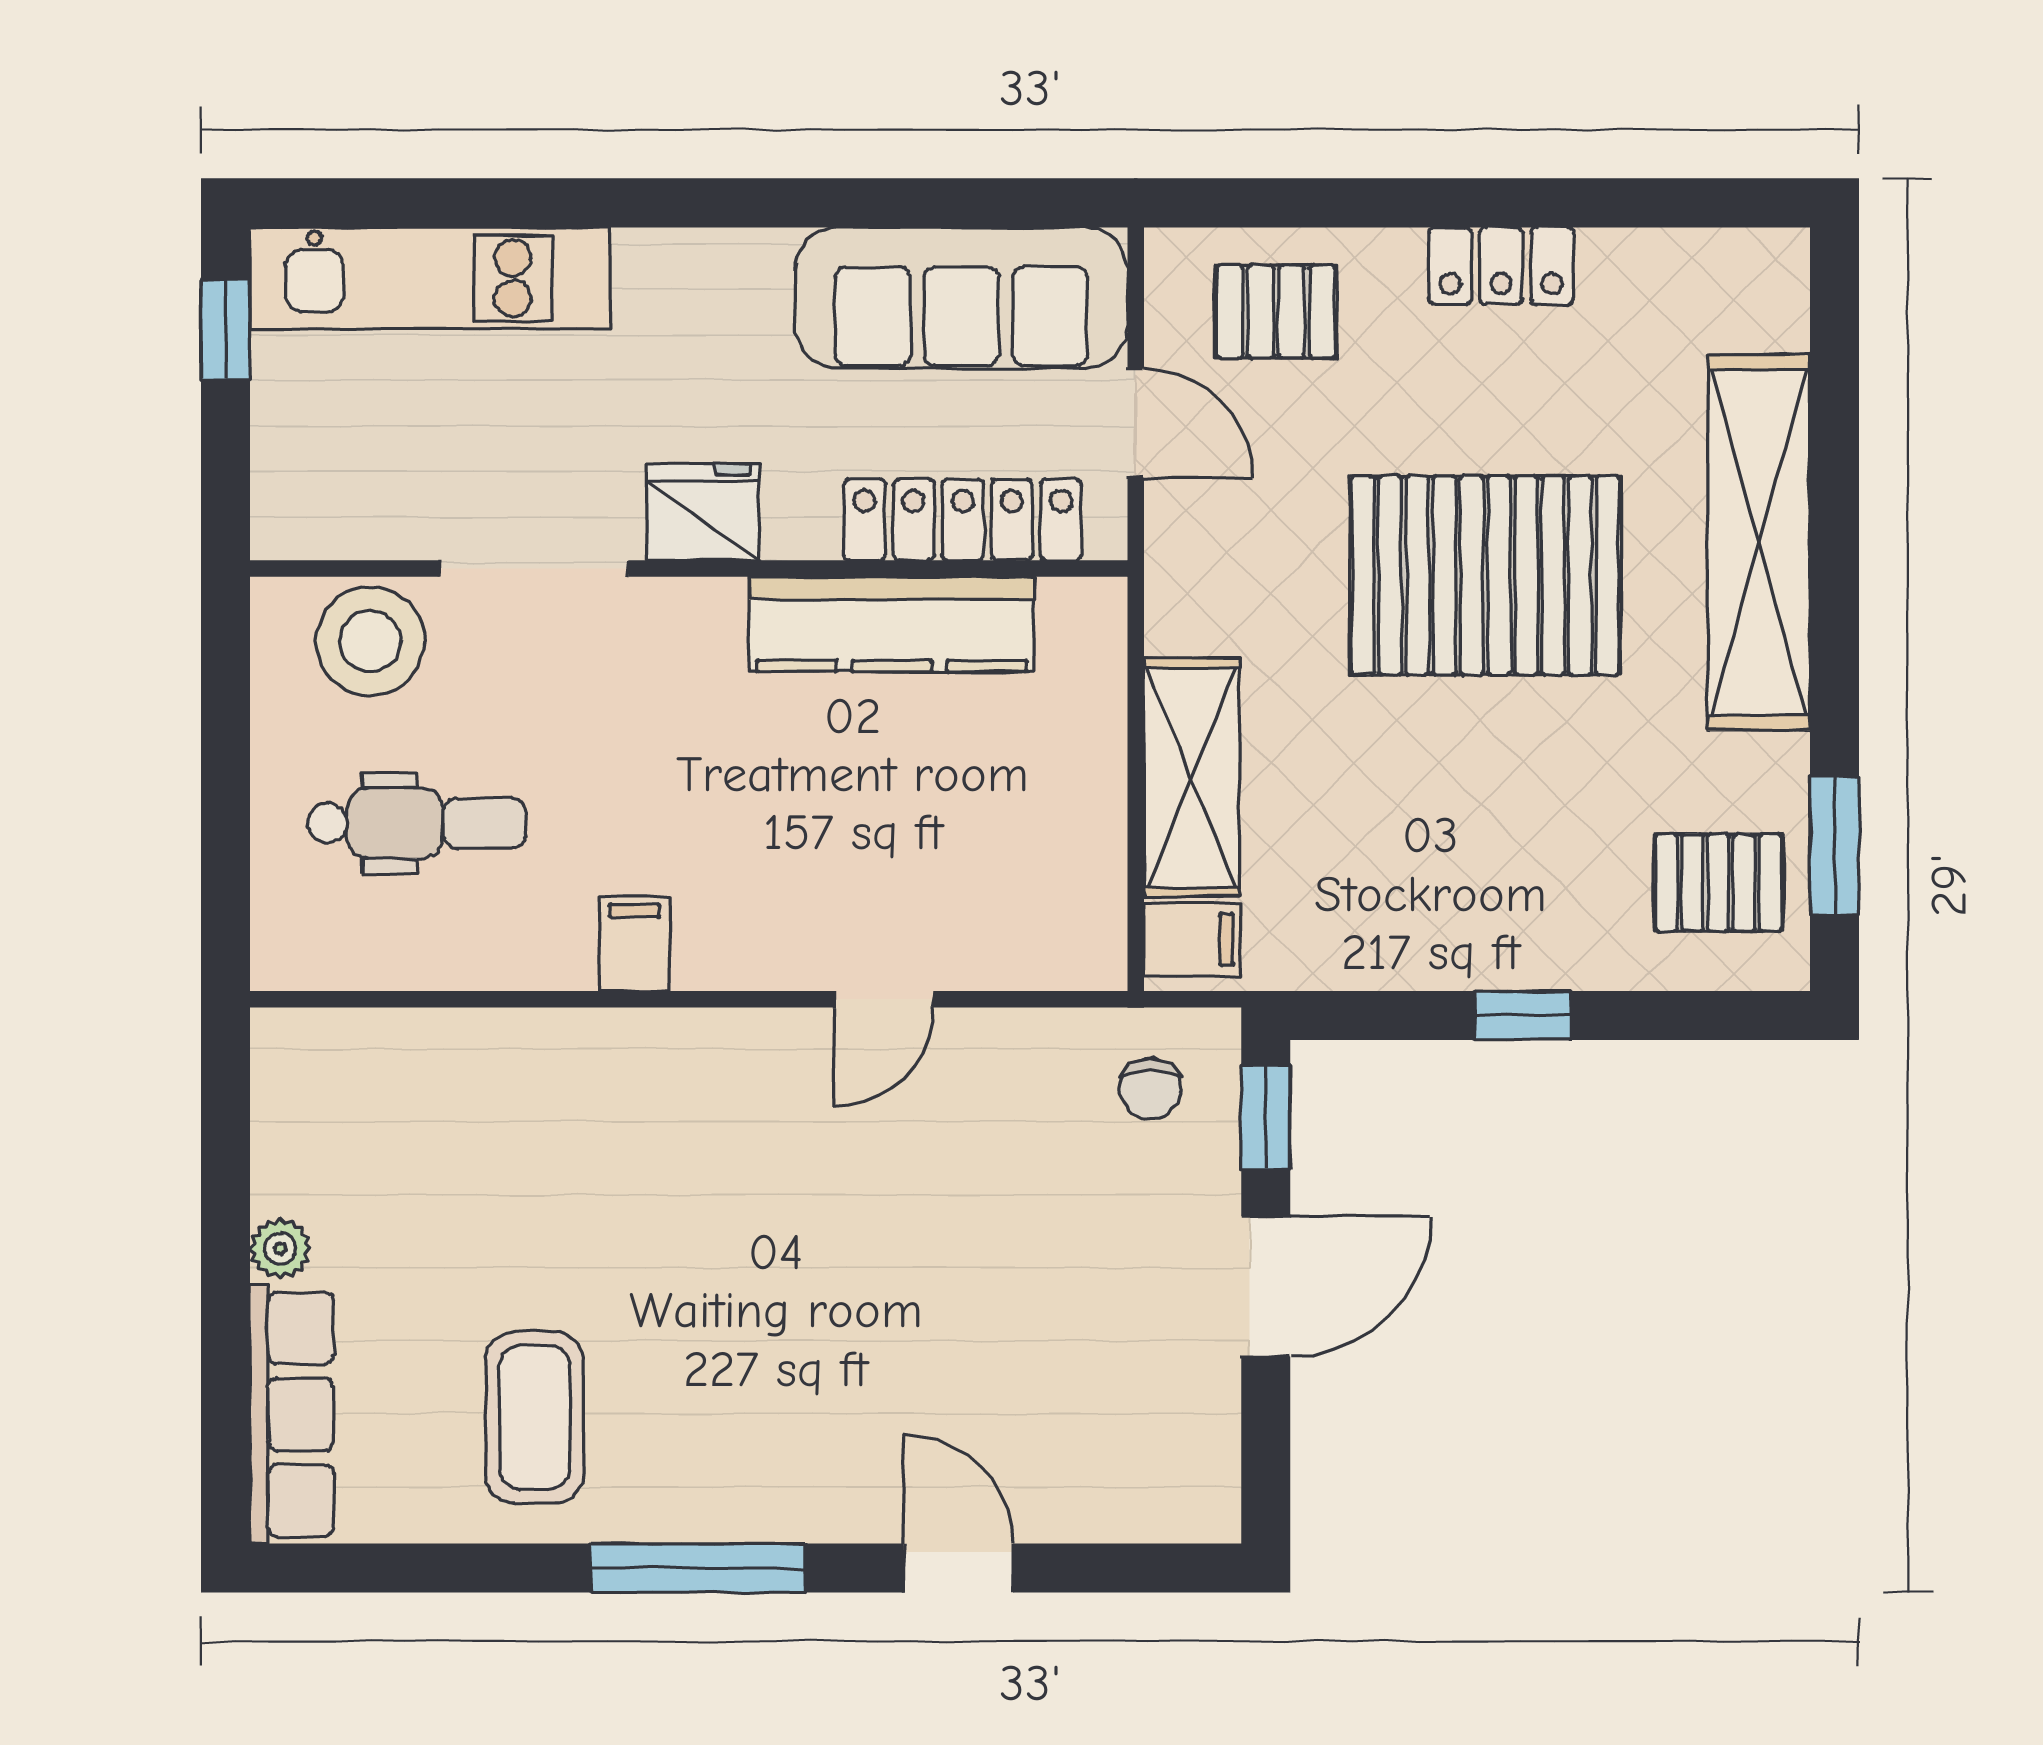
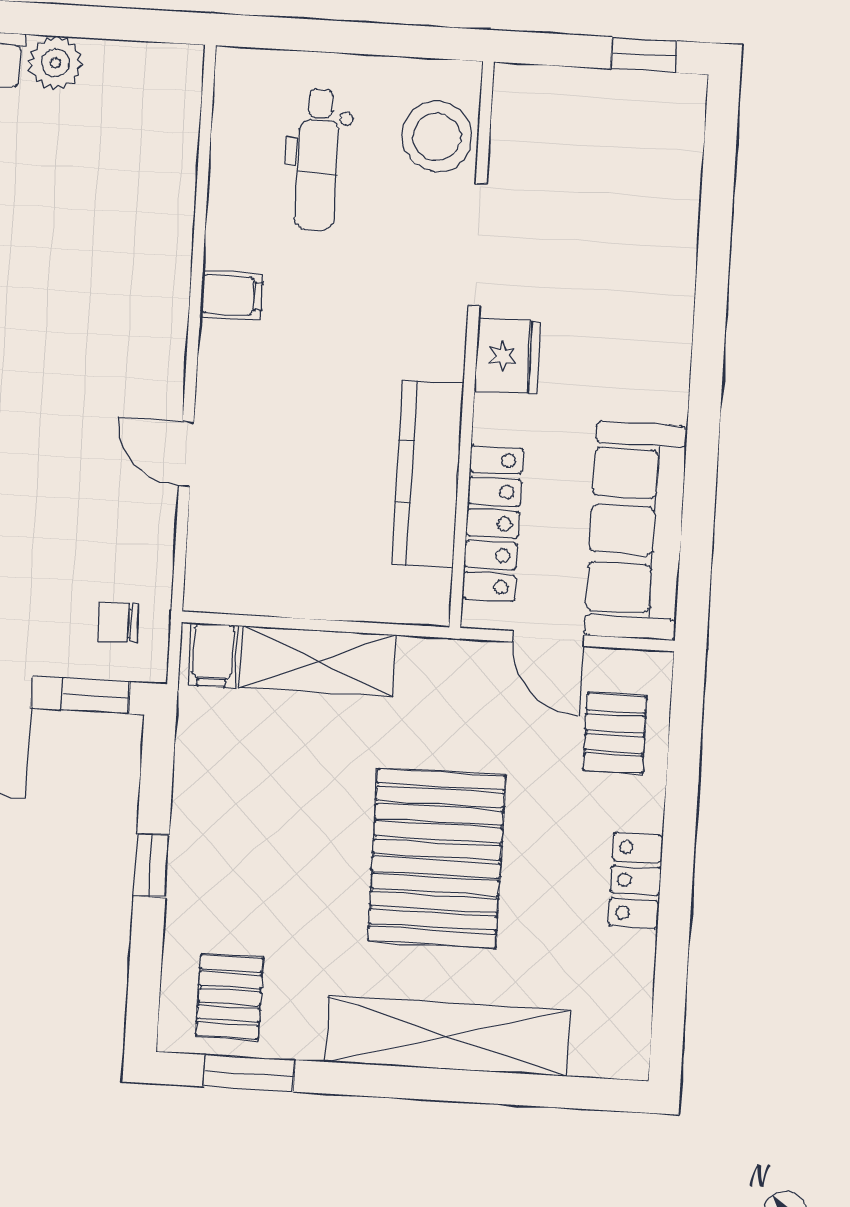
kitchen unit: (430, 278) -> (669, 189), removed
door: (1136, 423) -> (548, 639), hinge flipped
plant: (280, 1249) -> (55, 63), width x1.38, depth x1.38

